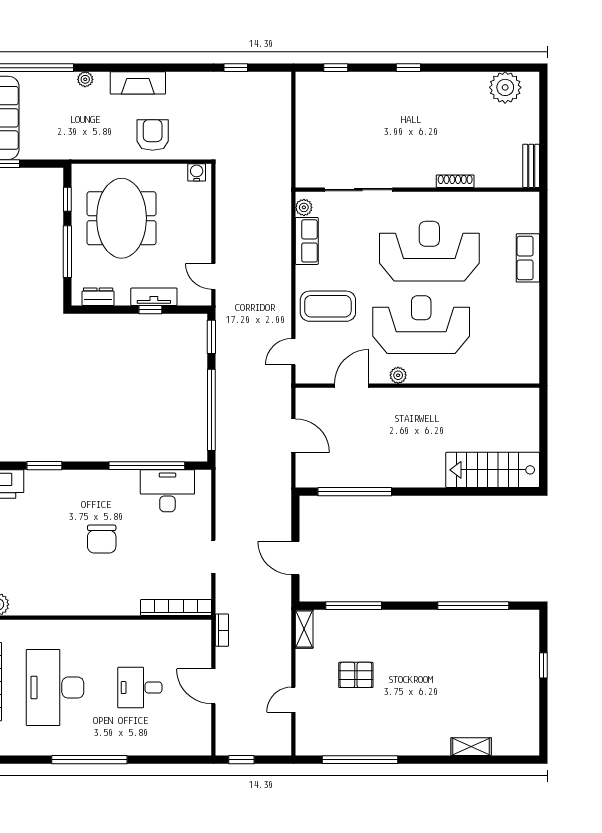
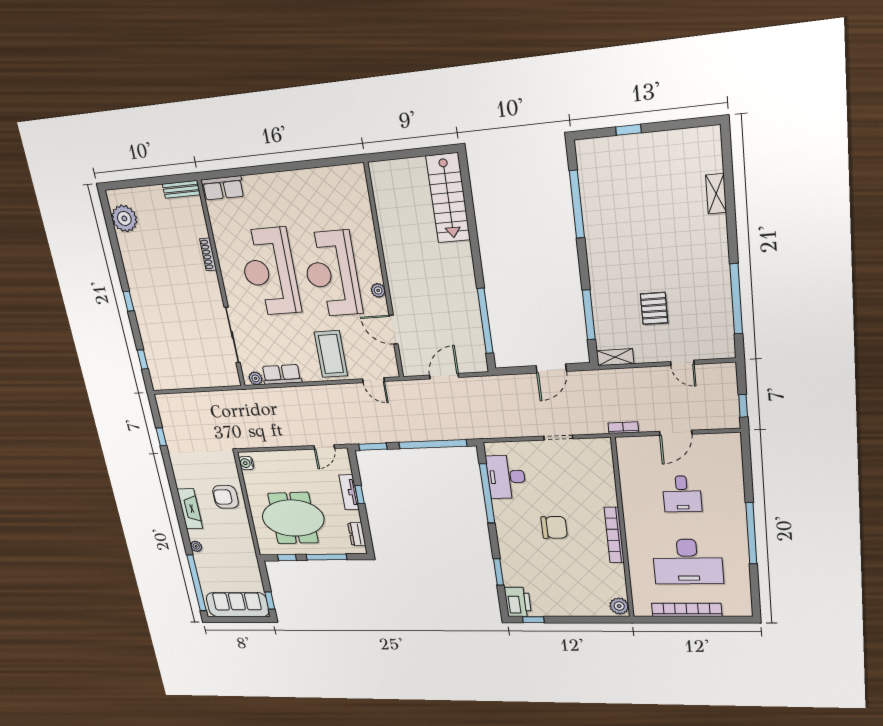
row of seats: (528, 258) -> (223, 188), moved
bookcase: (176, 607) -> (614, 535), moved

